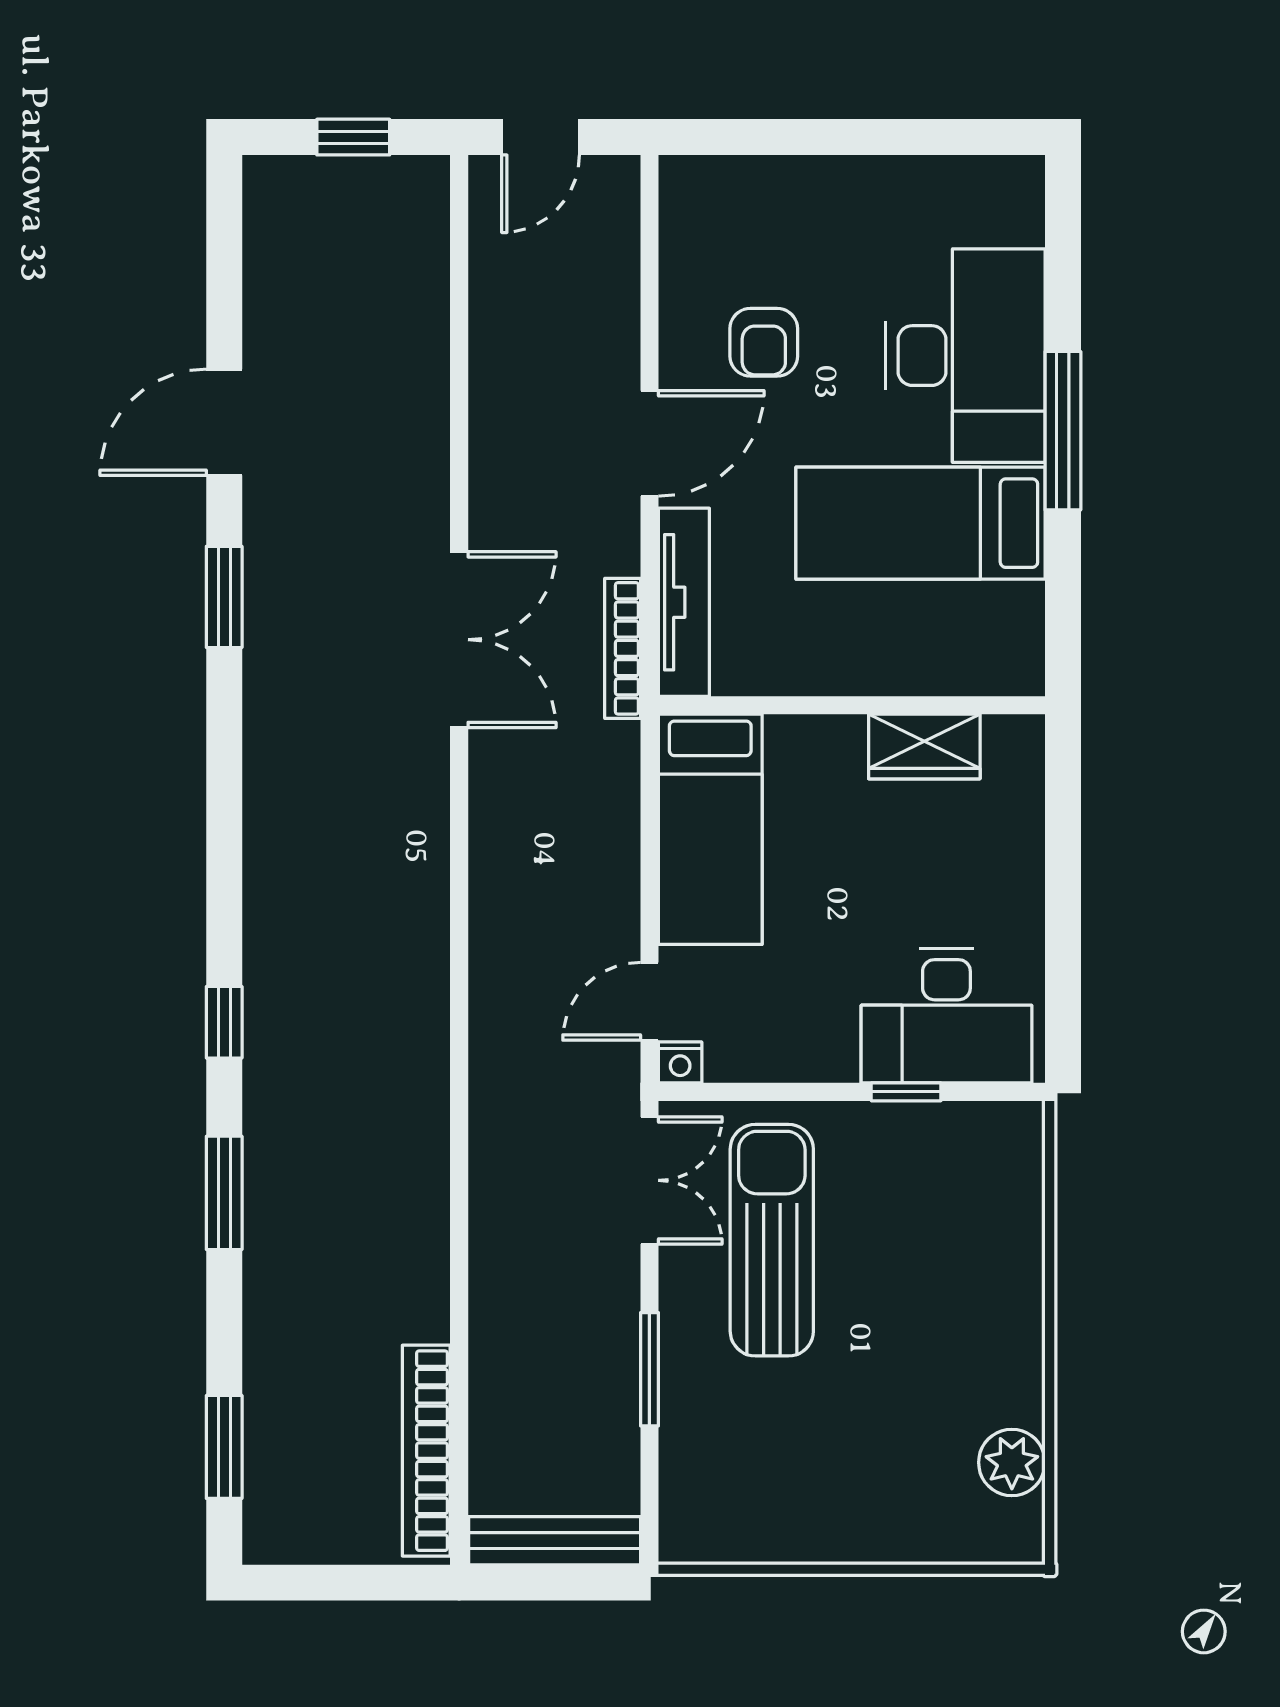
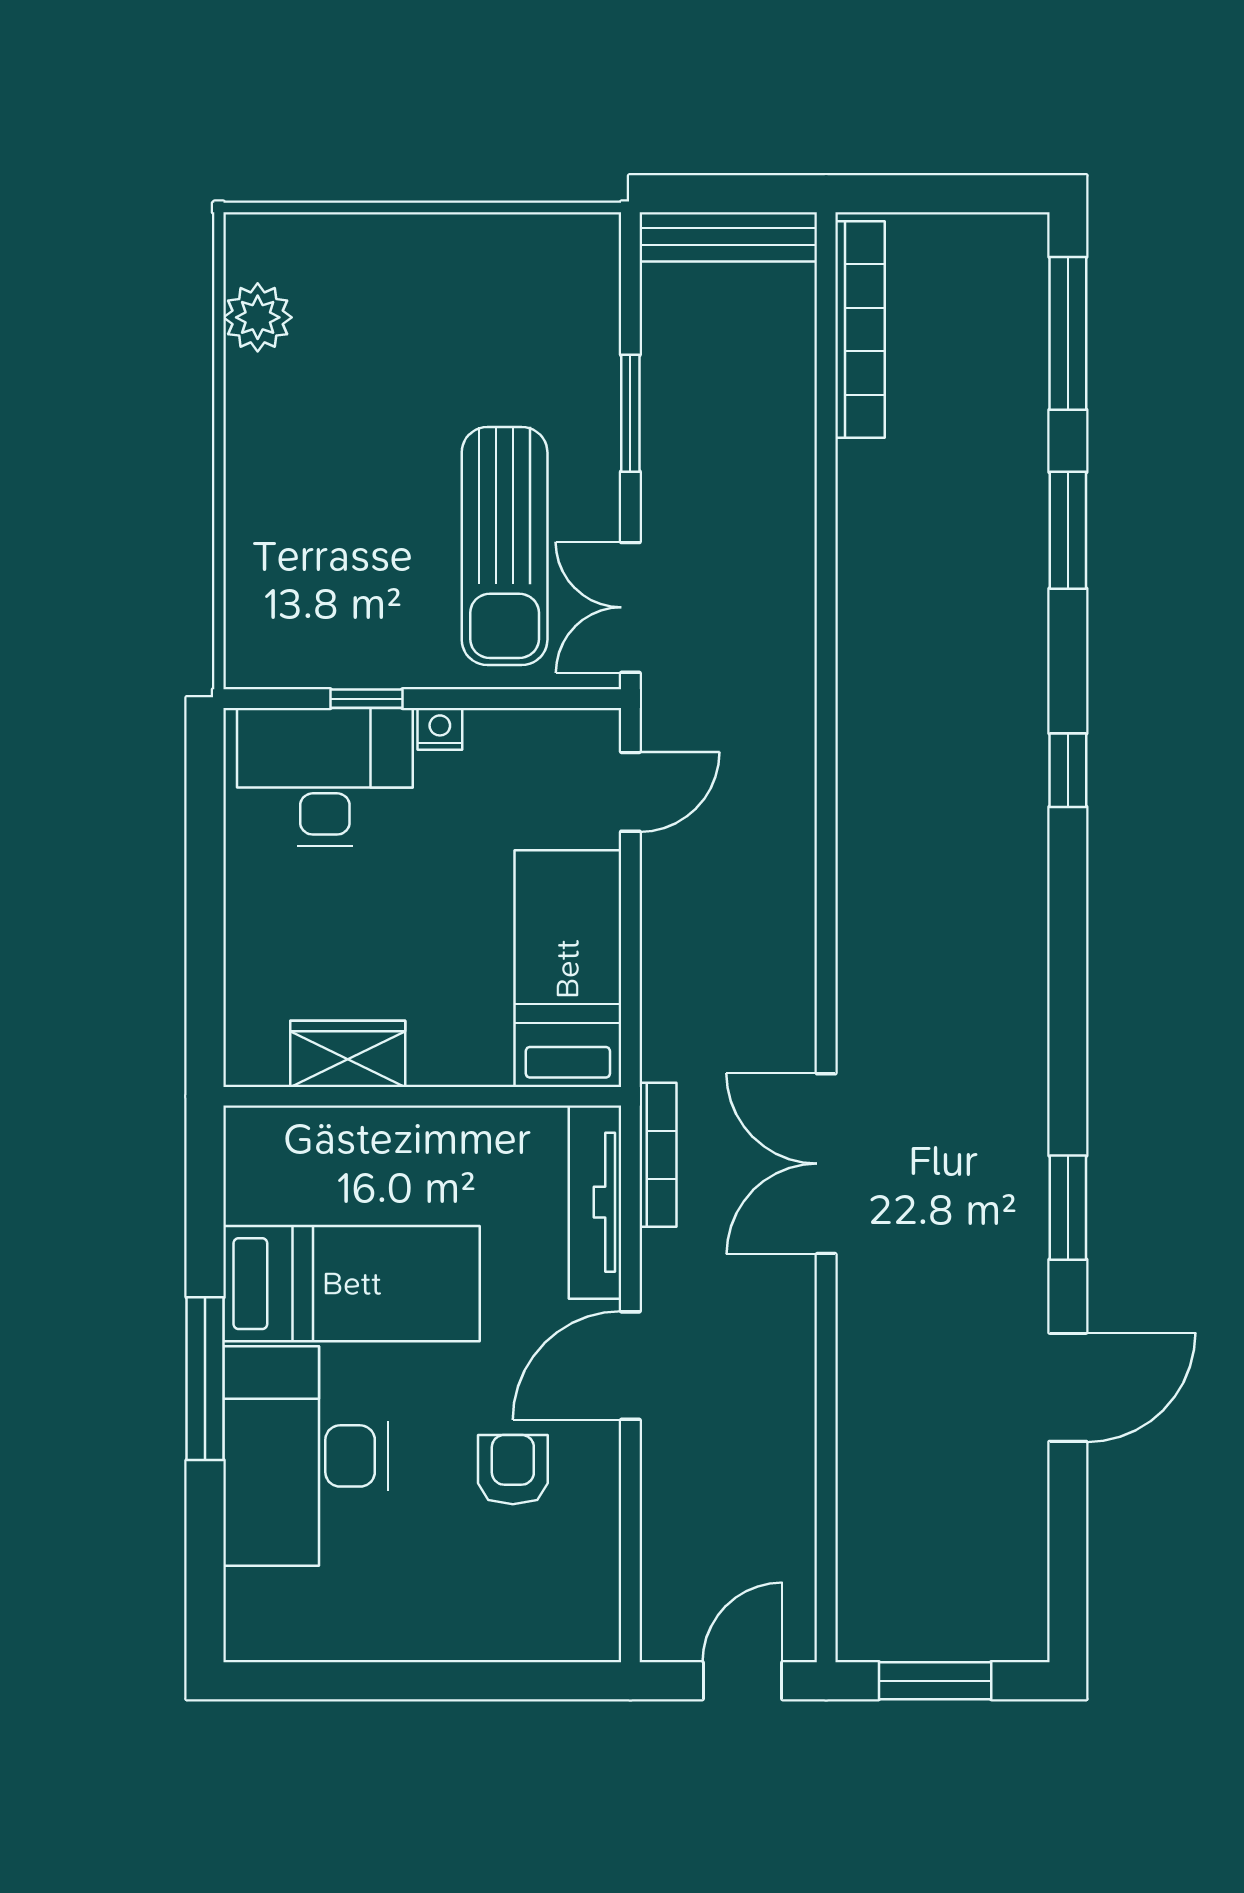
window: (353, 137) -> (935, 1681), width x1.50
nightstand: (680, 1062) -> (440, 729), moved
window: (224, 1193) -> (1068, 530), moved
window: (224, 1447) -> (1068, 333), width x1.44

